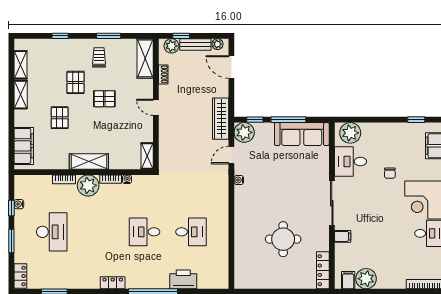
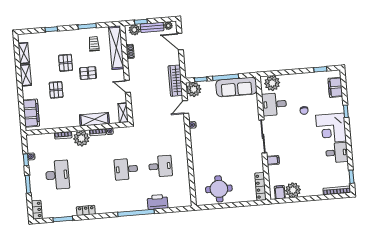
trolley: (99, 57) -> (94, 44), moved
shelving: (145, 58) -> (116, 48), width x1.47
door: (156, 107) -> (127, 86), moved
shelving: (89, 161) -> (94, 119), moved
round table: (283, 239) -> (219, 189), moved
locker: (113, 283) -> (86, 210), moved

